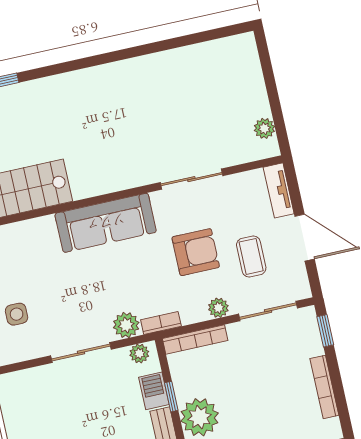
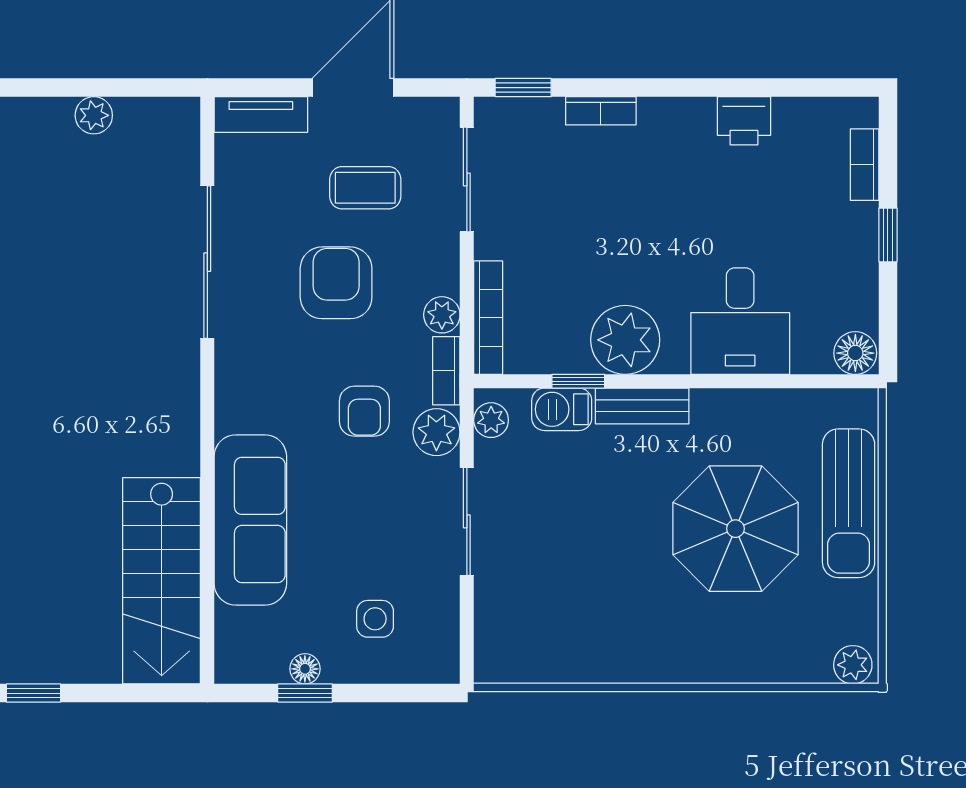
plant: (264, 128) -> (94, 115), moved
sliding door: (191, 179) -> (207, 262), width x1.37
sofa: (106, 223) -> (250, 520), moved
armchair: (129, 283) -> (364, 411), added
plant: (218, 308) -> (442, 315), moved
bookcase: (324, 387) -> (601, 111), width x0.64

